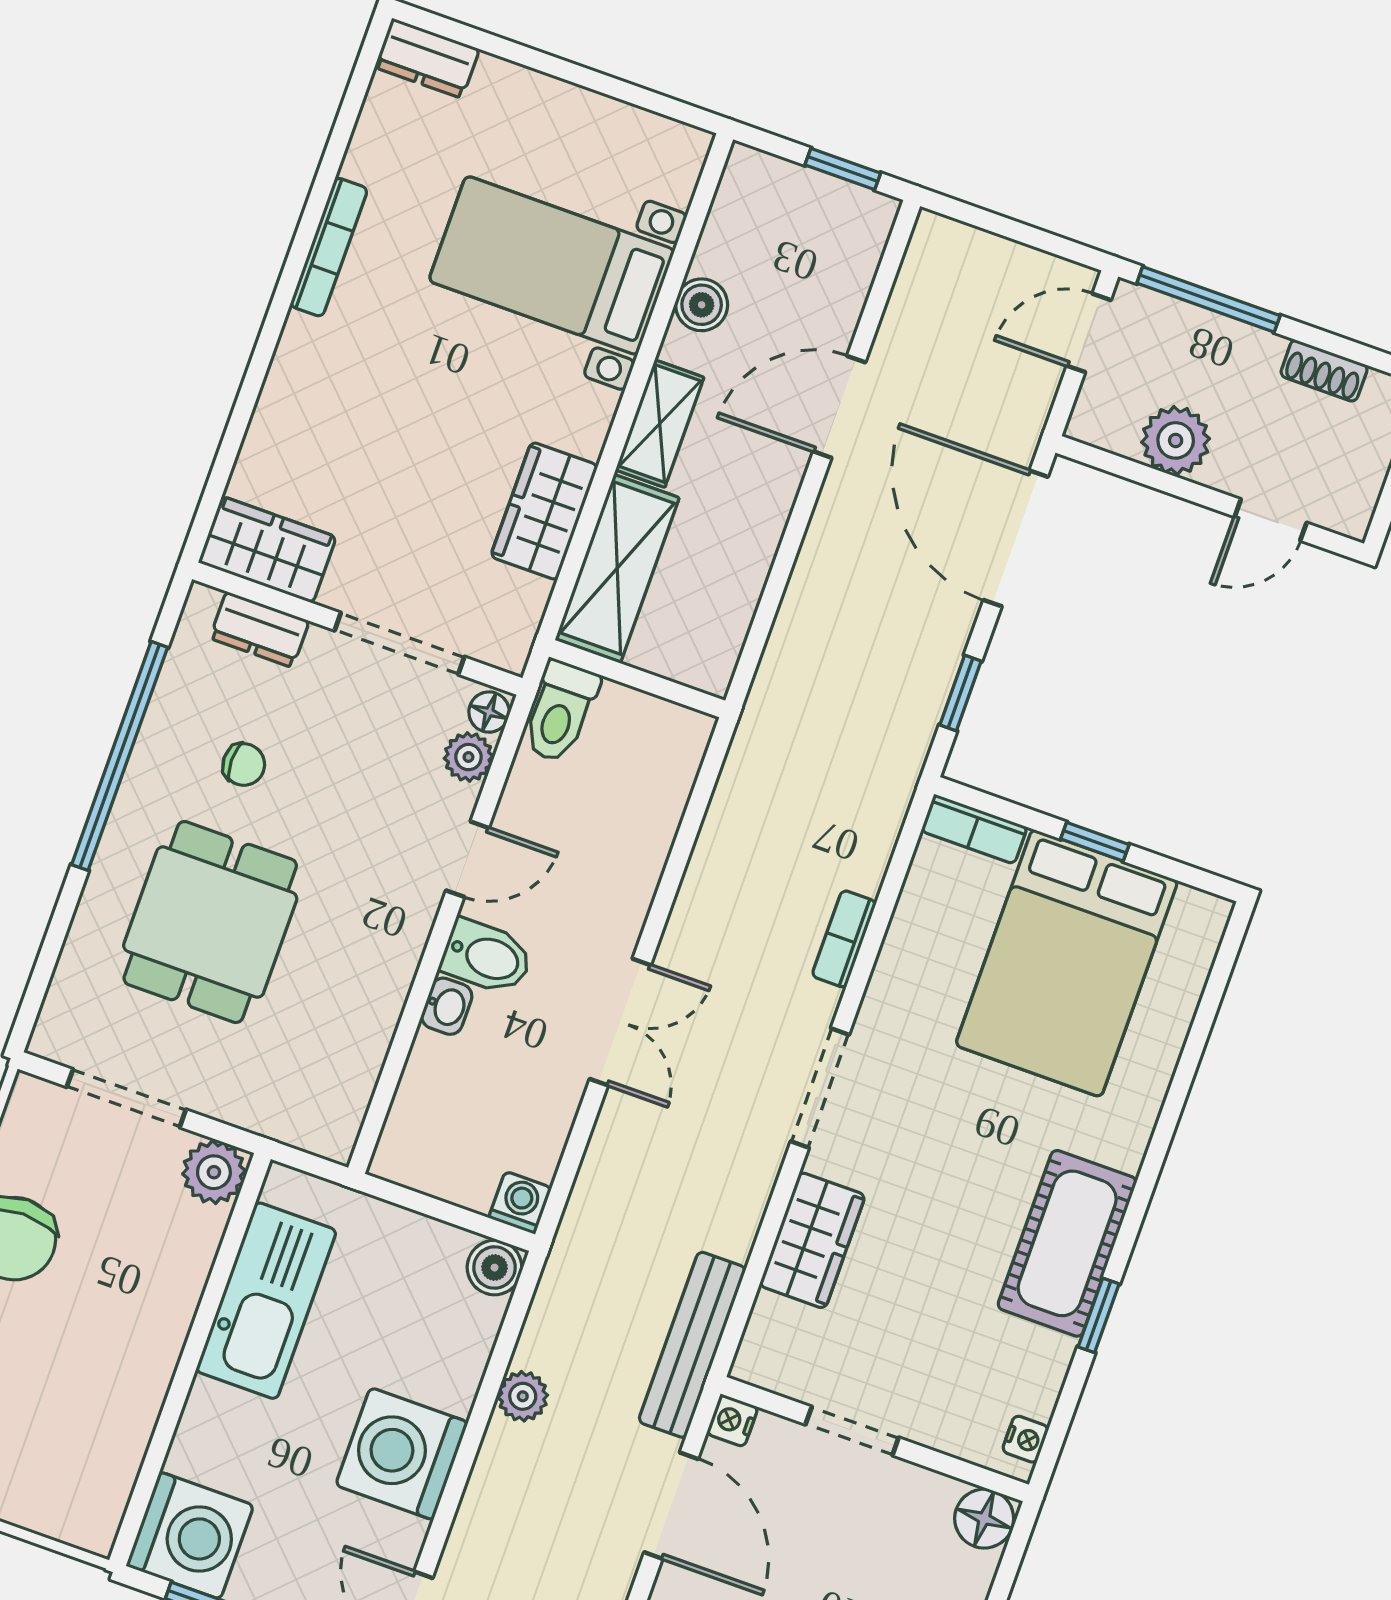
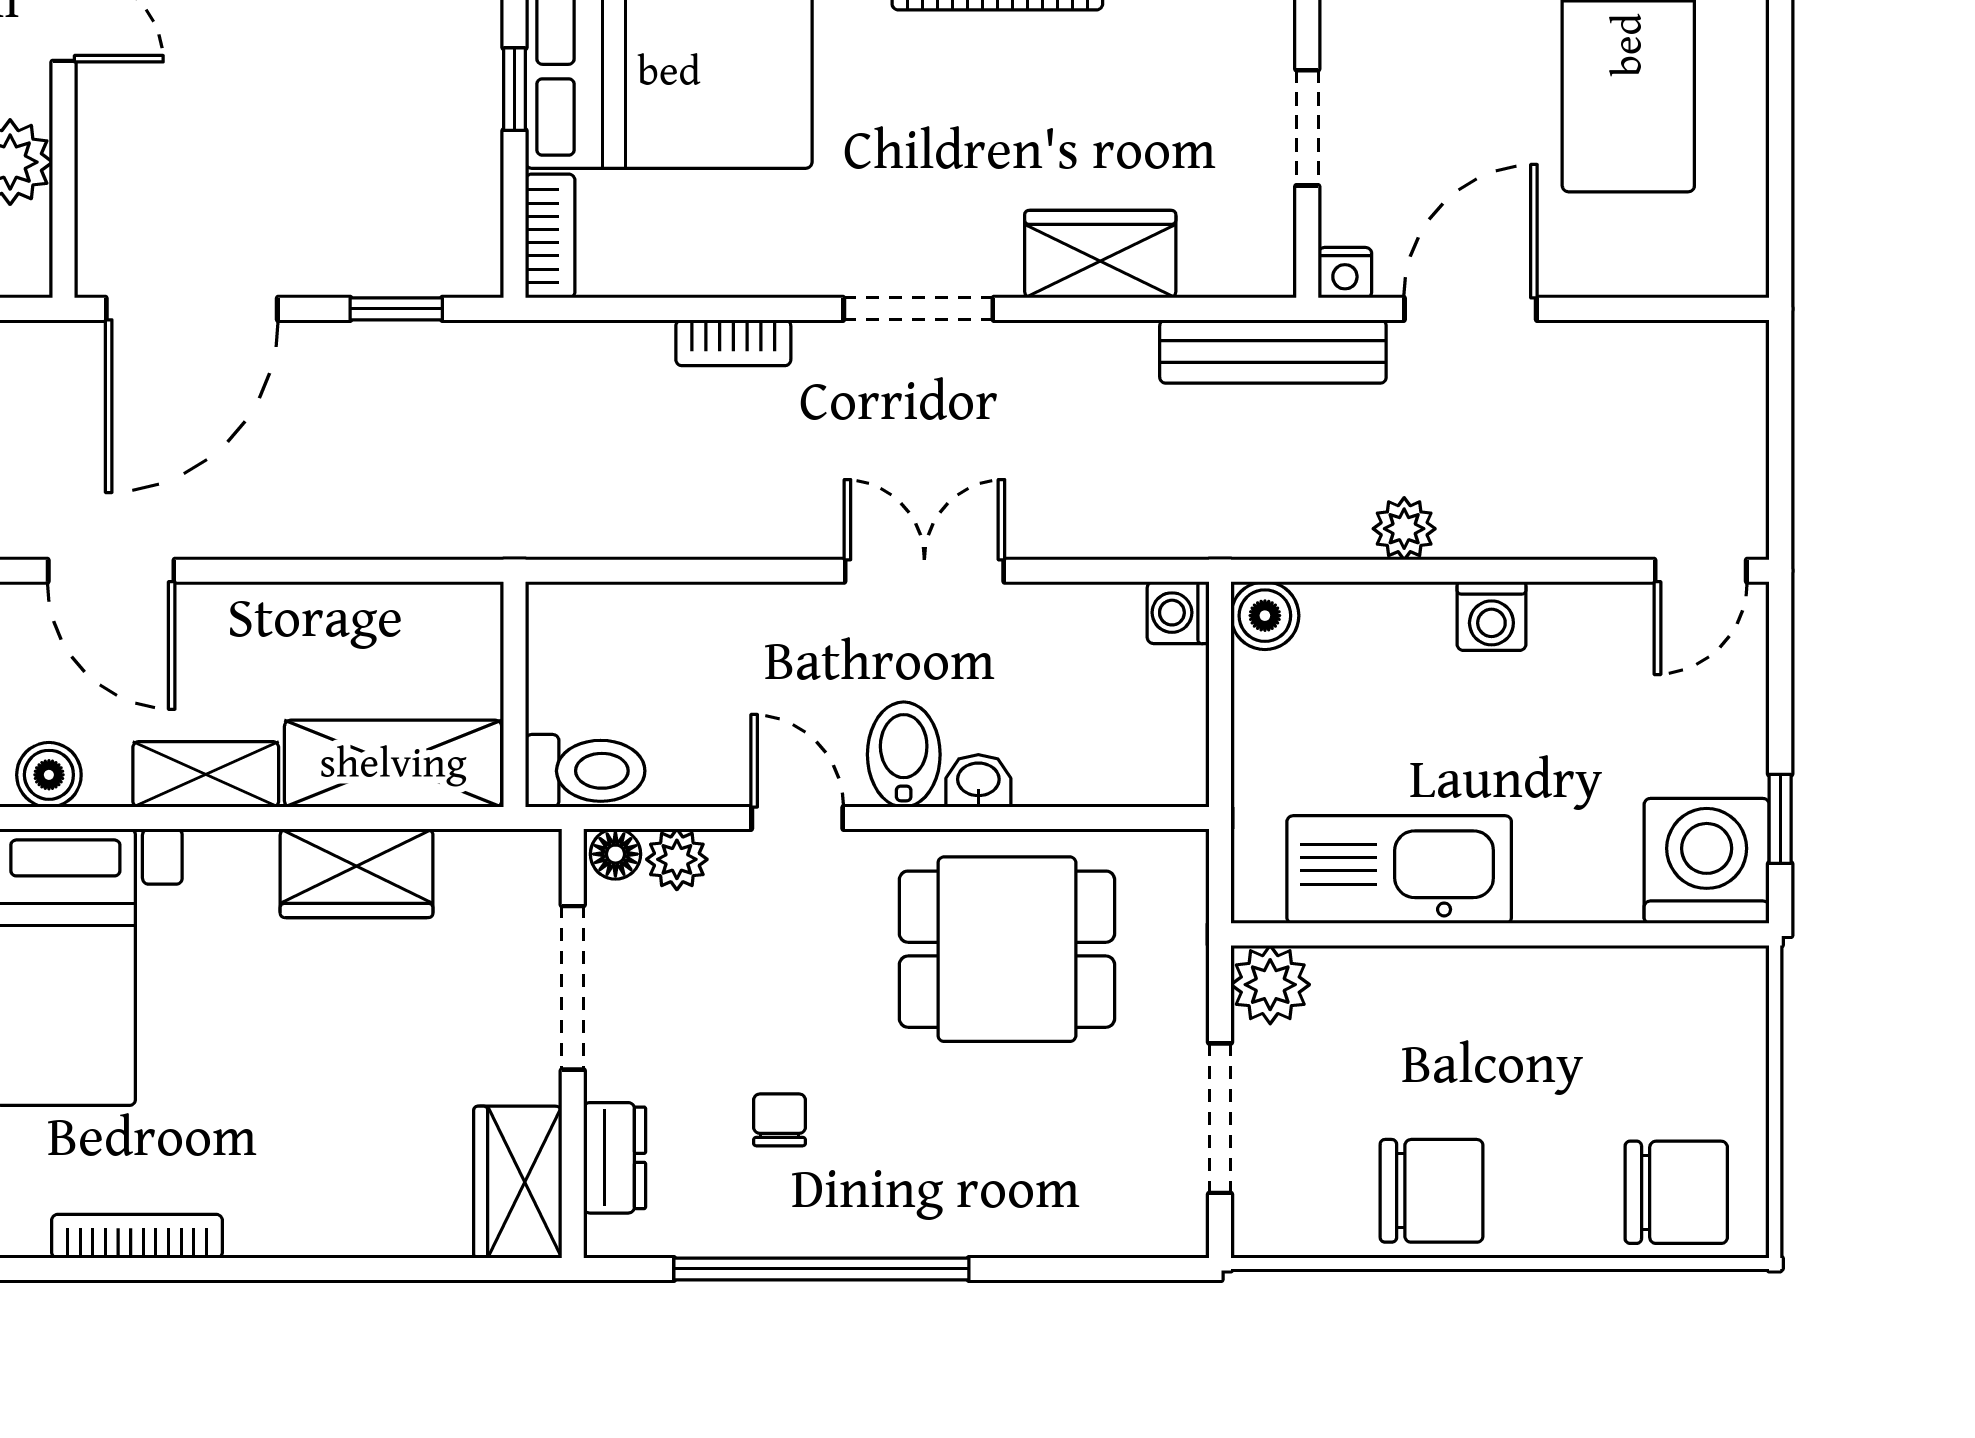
dining table: (210, 922) -> (1007, 949), moved
washing machine: (402, 1454) -> (1491, 616), width x0.53, depth x0.53

